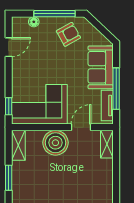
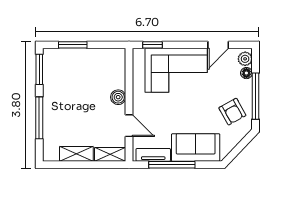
plant: (21, 23) -> (245, 59), added
door: (9, 47) -> (218, 45), hinge flipped
corner sofa: (39, 104) -> (176, 70), moved, turned 90
boiler: (55, 143) -> (118, 97), width x0.54, depth x0.54
shelving: (18, 145) -> (76, 154), moved

